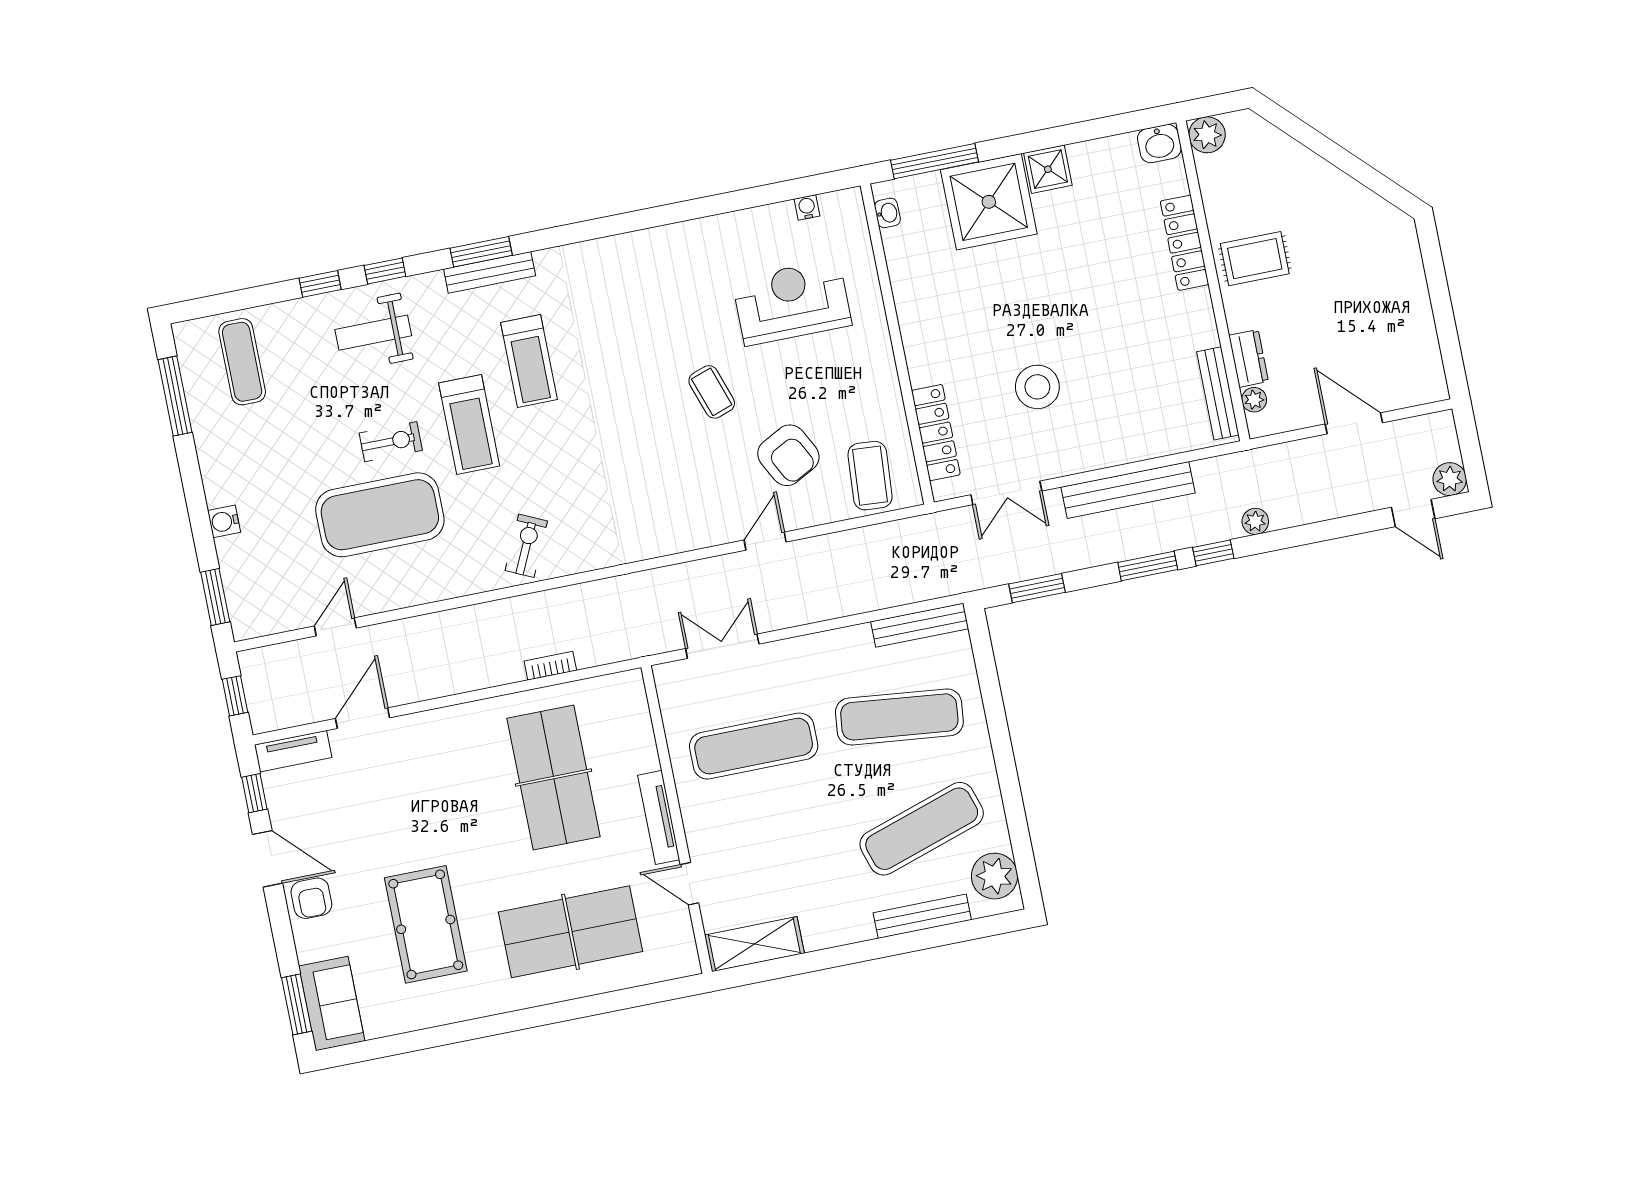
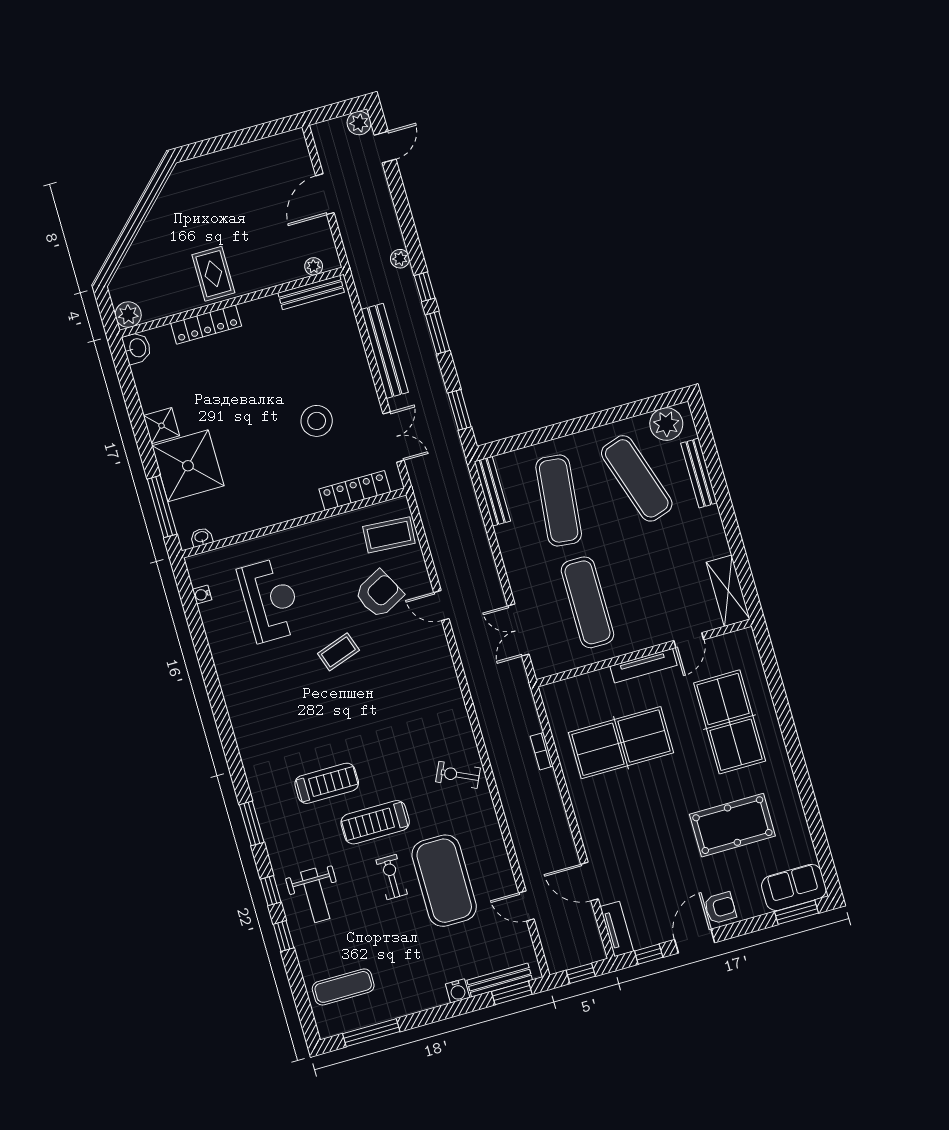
bench: (490, 272) -> (500, 980), moved, turned 90
reception desk: (792, 302) -> (270, 600), turned 180
dresser: (1249, 358) -> (285, 273), removed
treadmill: (469, 425) -> (375, 822), turned 180

